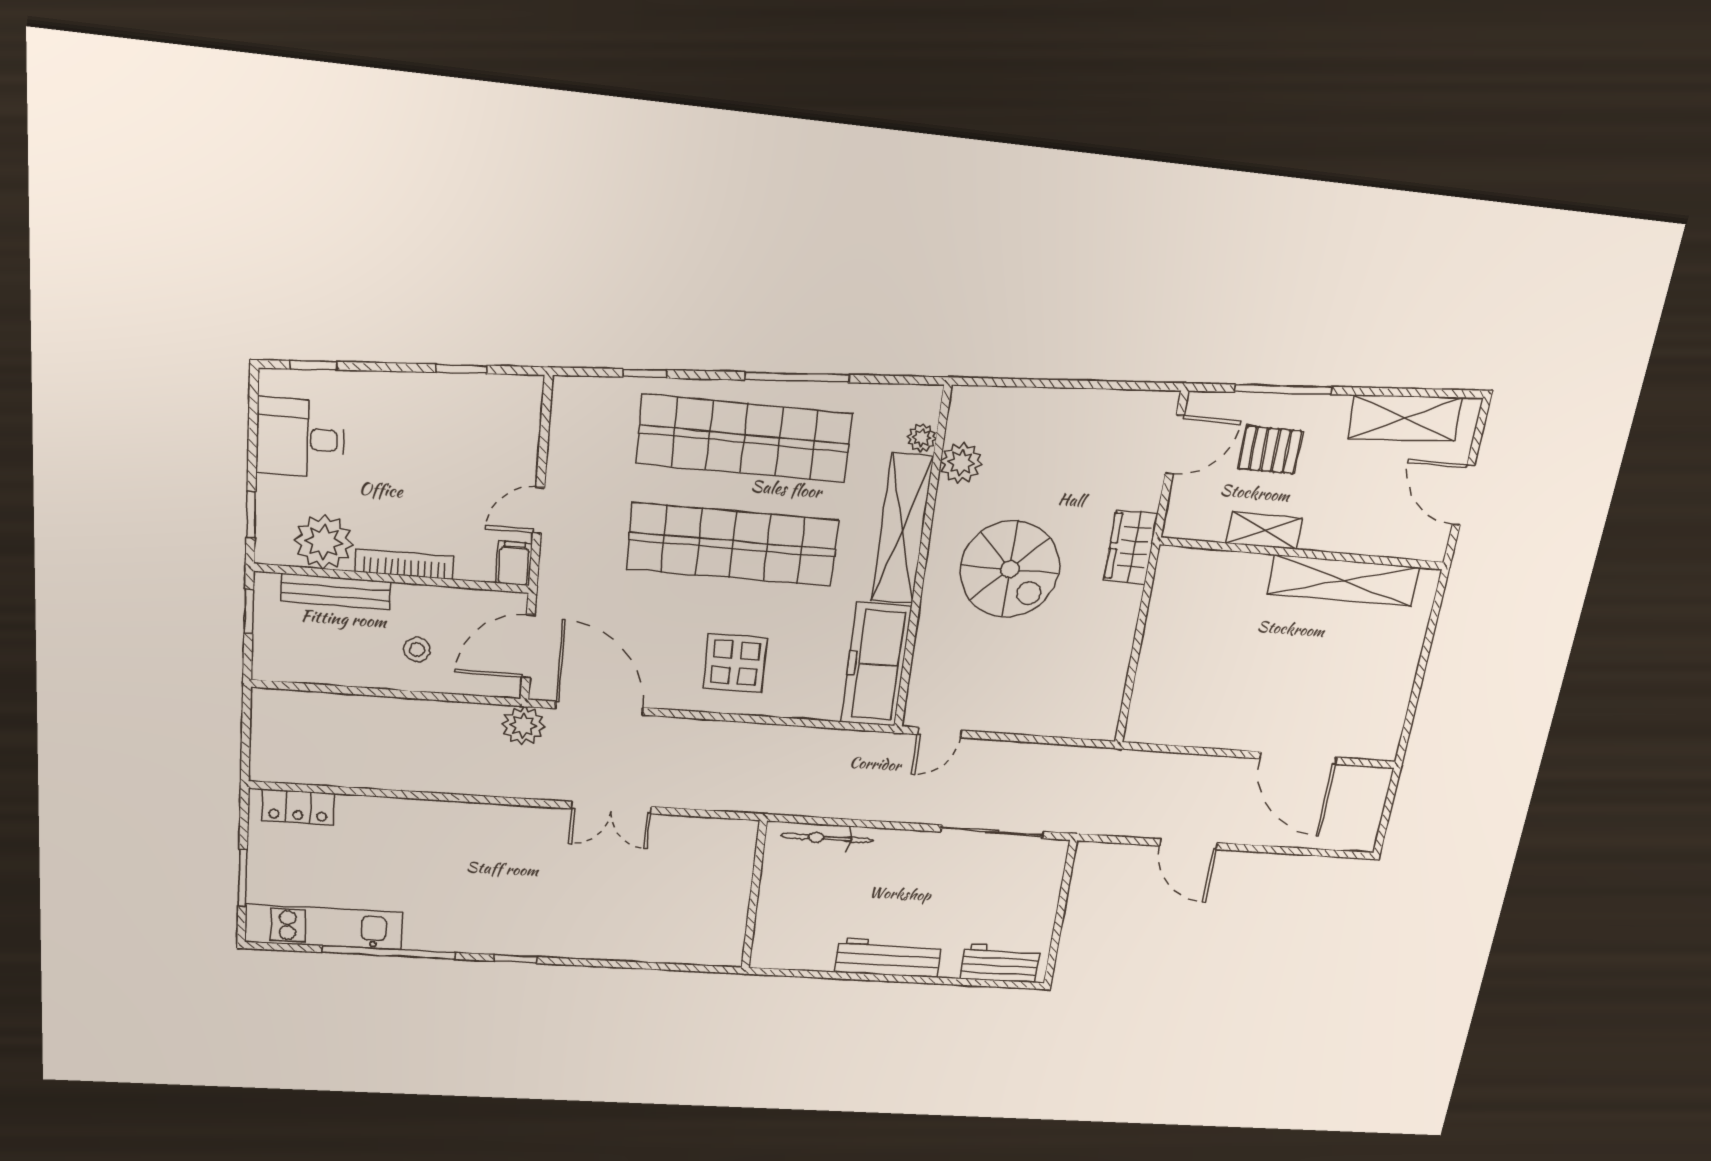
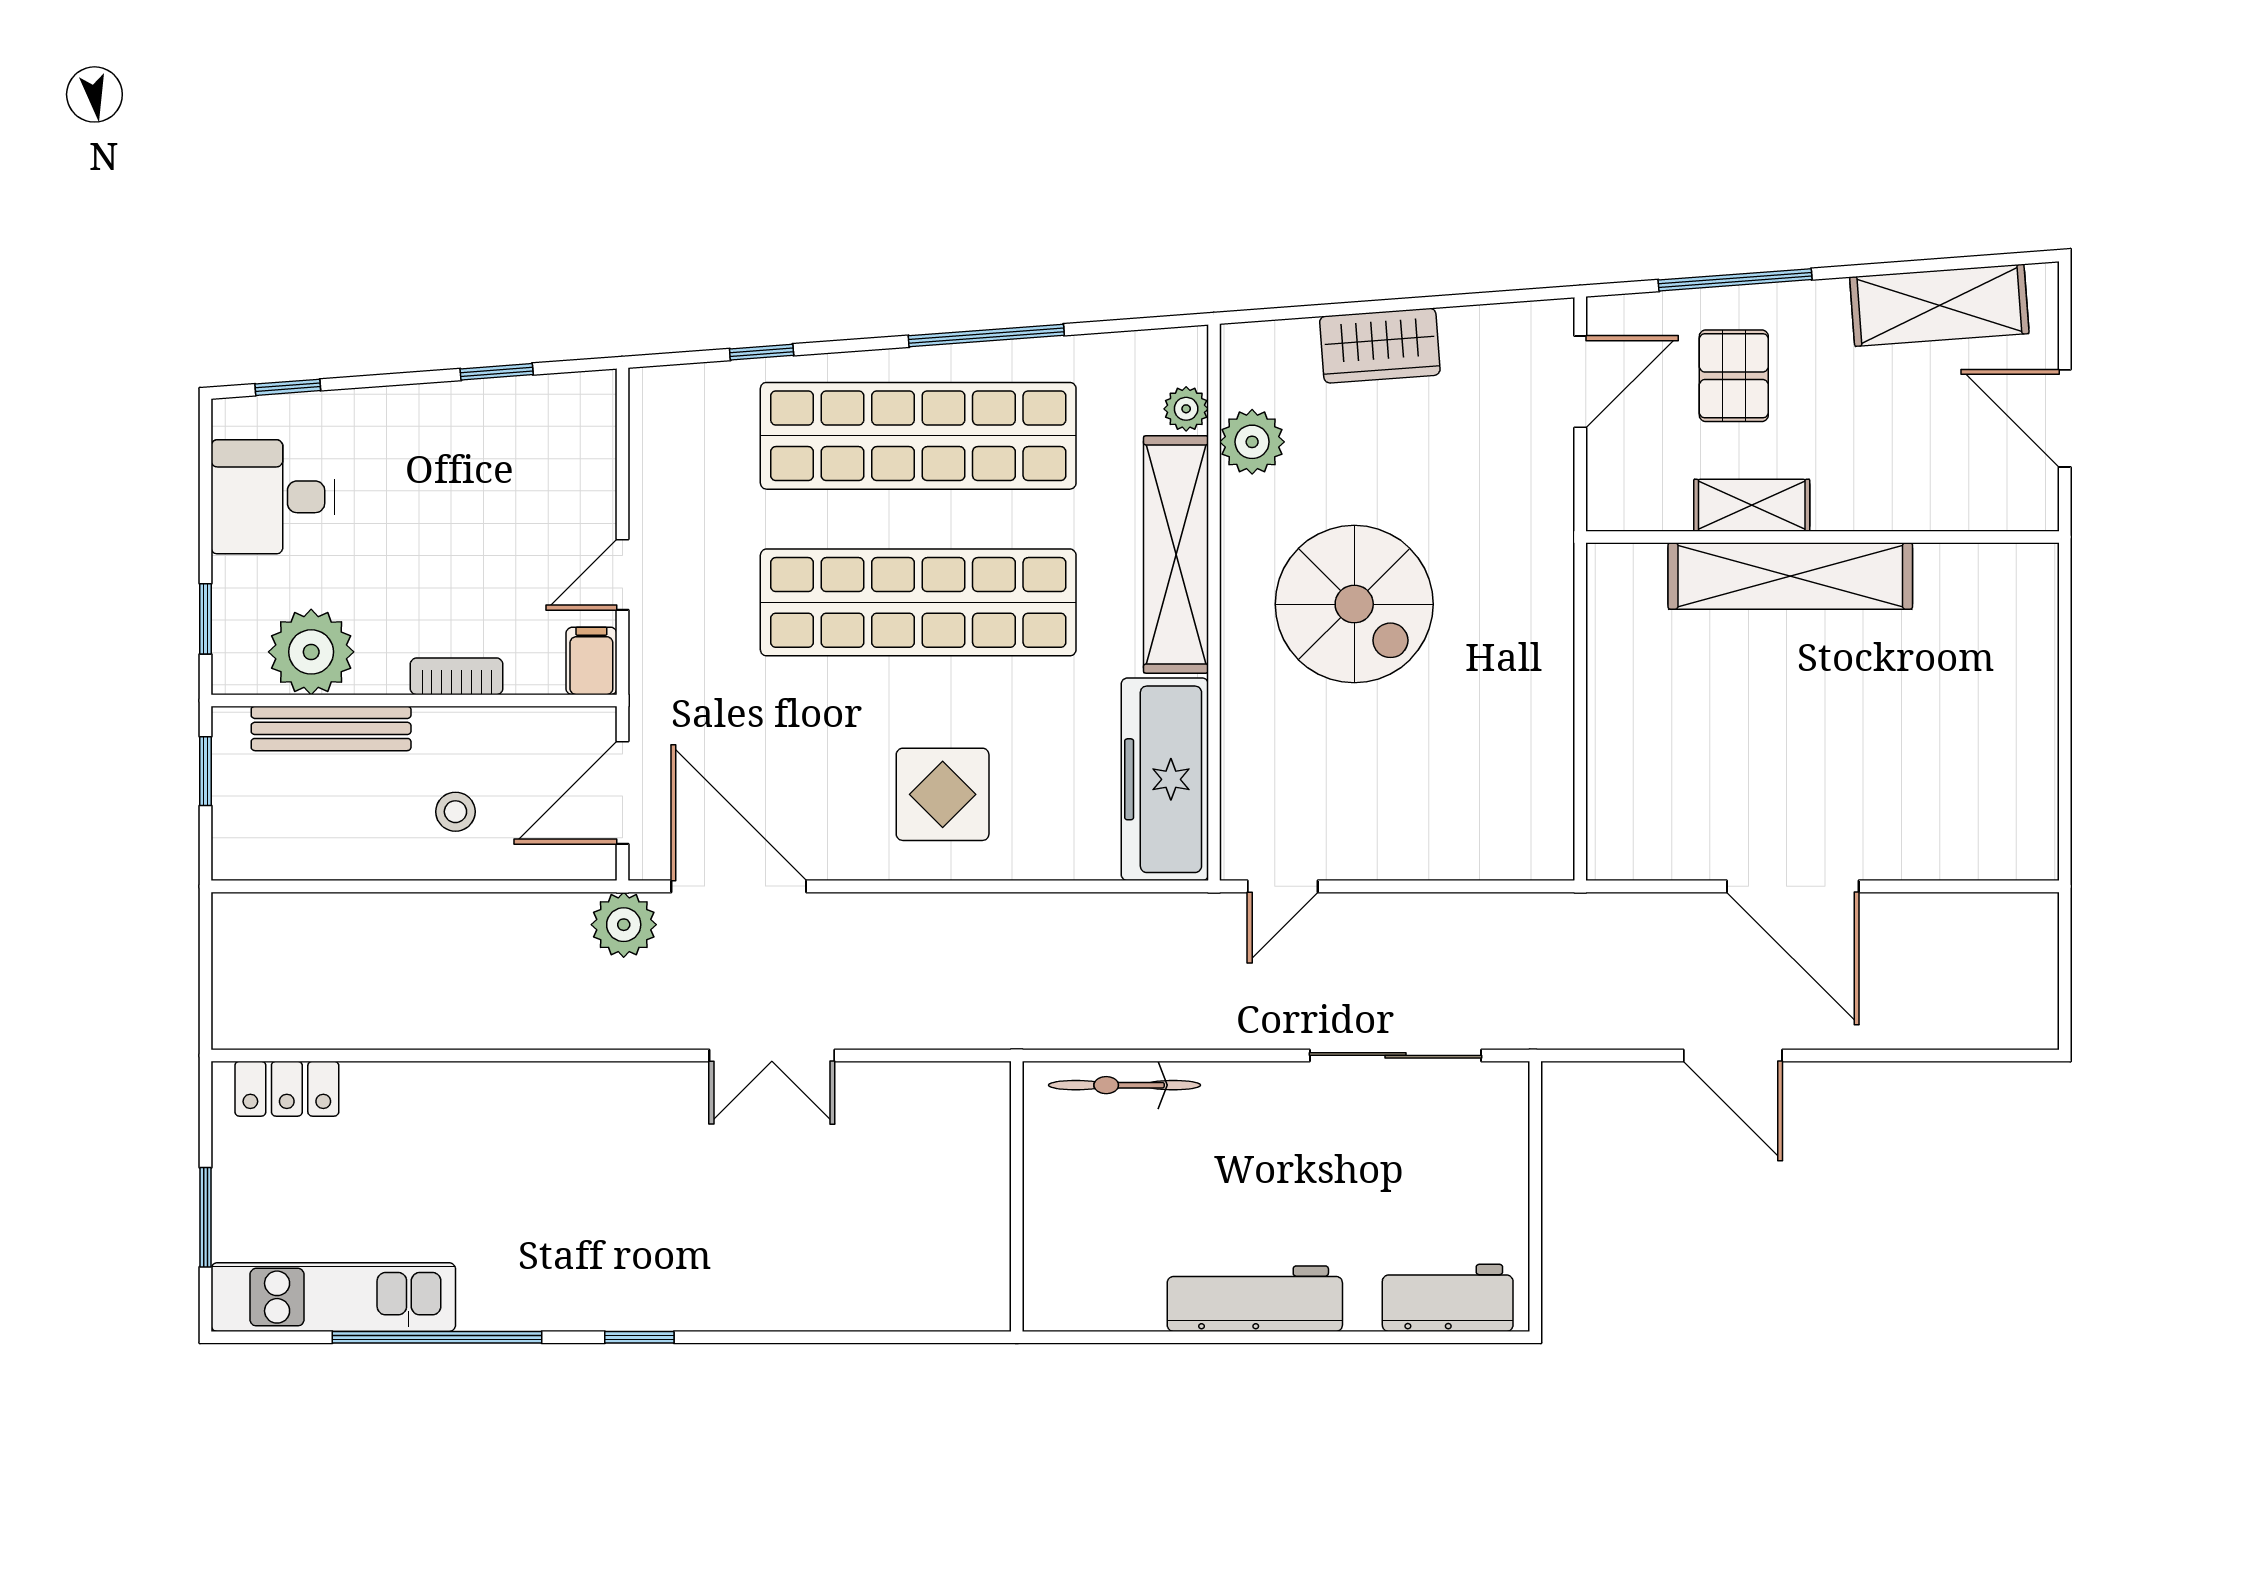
pallet: (1270, 450) -> (1734, 376), turned 90
wardrobe: (1131, 547) -> (1380, 346), moved, turned -94
bookcase: (405, 564) -> (457, 676), width x0.64
shelving: (1344, 581) -> (1790, 576), moved
door: (1298, 758) -> (1793, 886), moved

